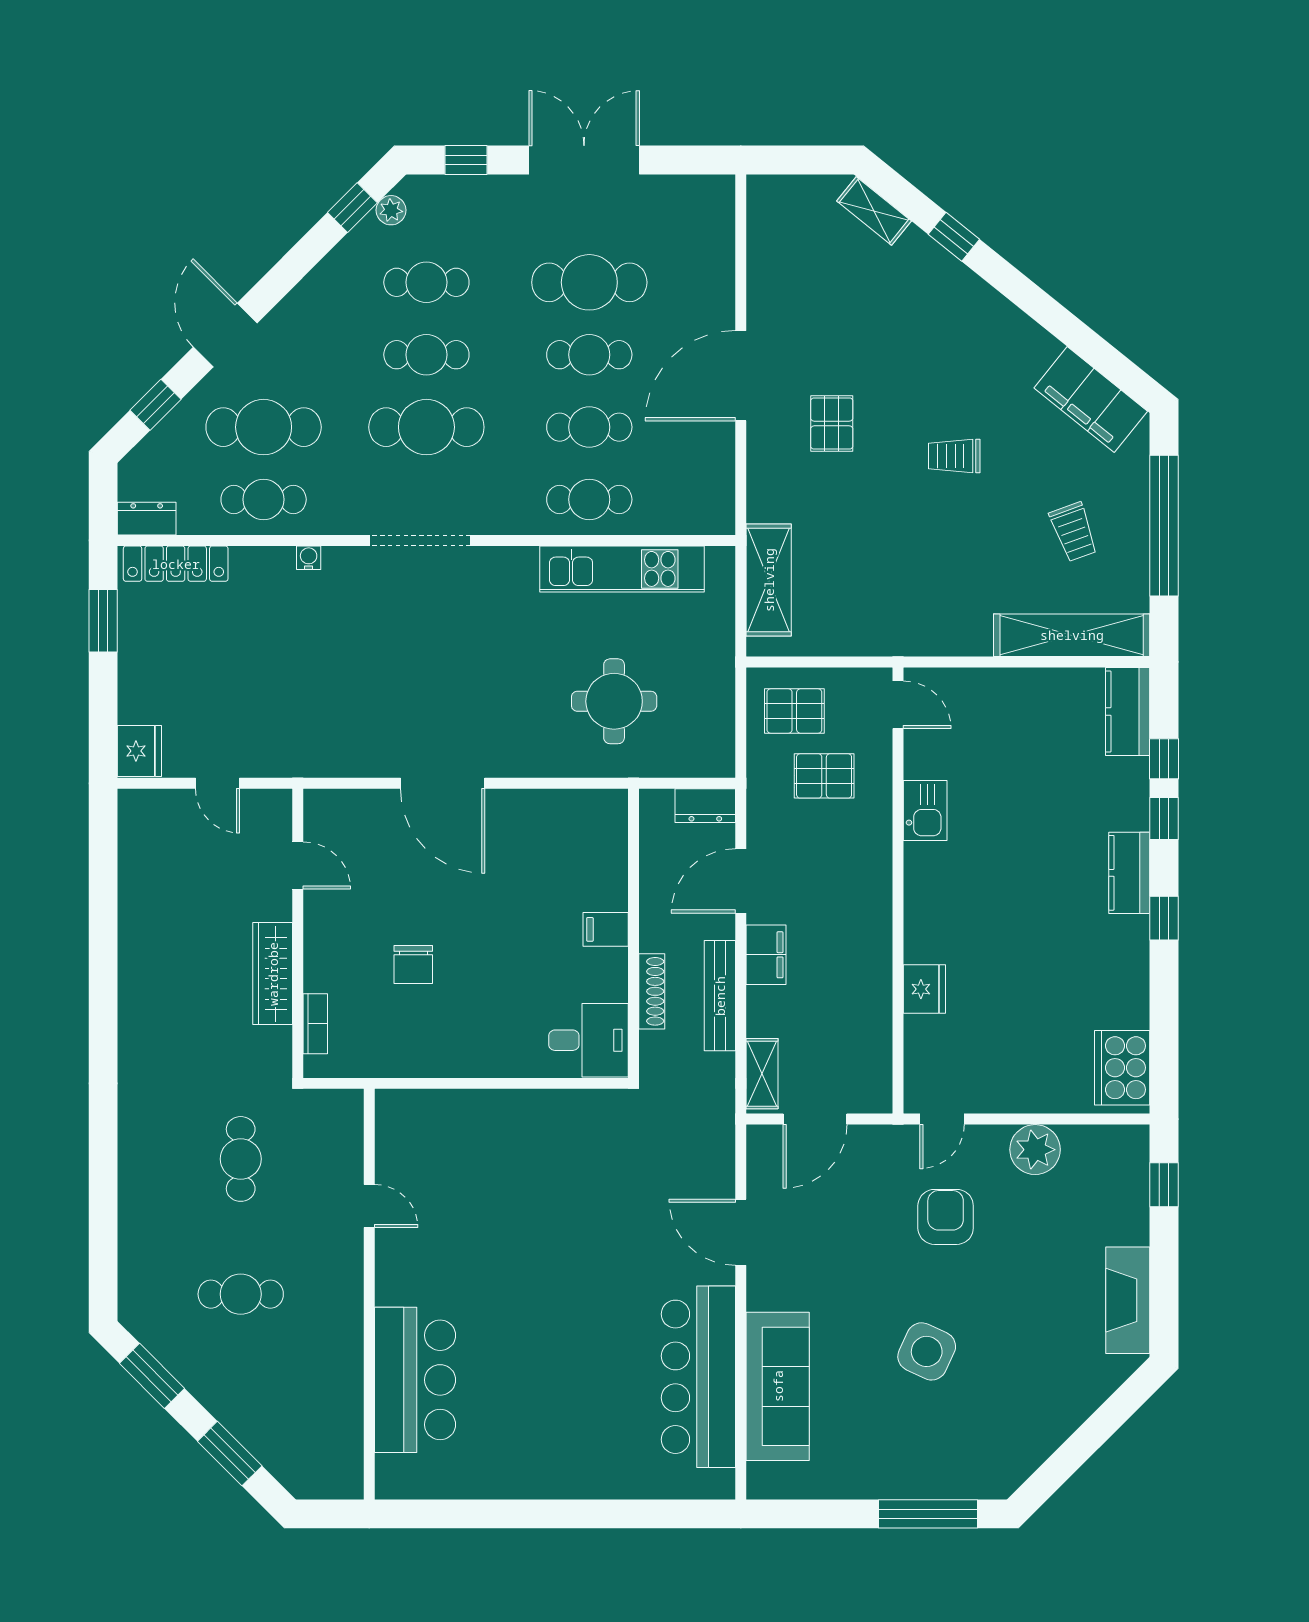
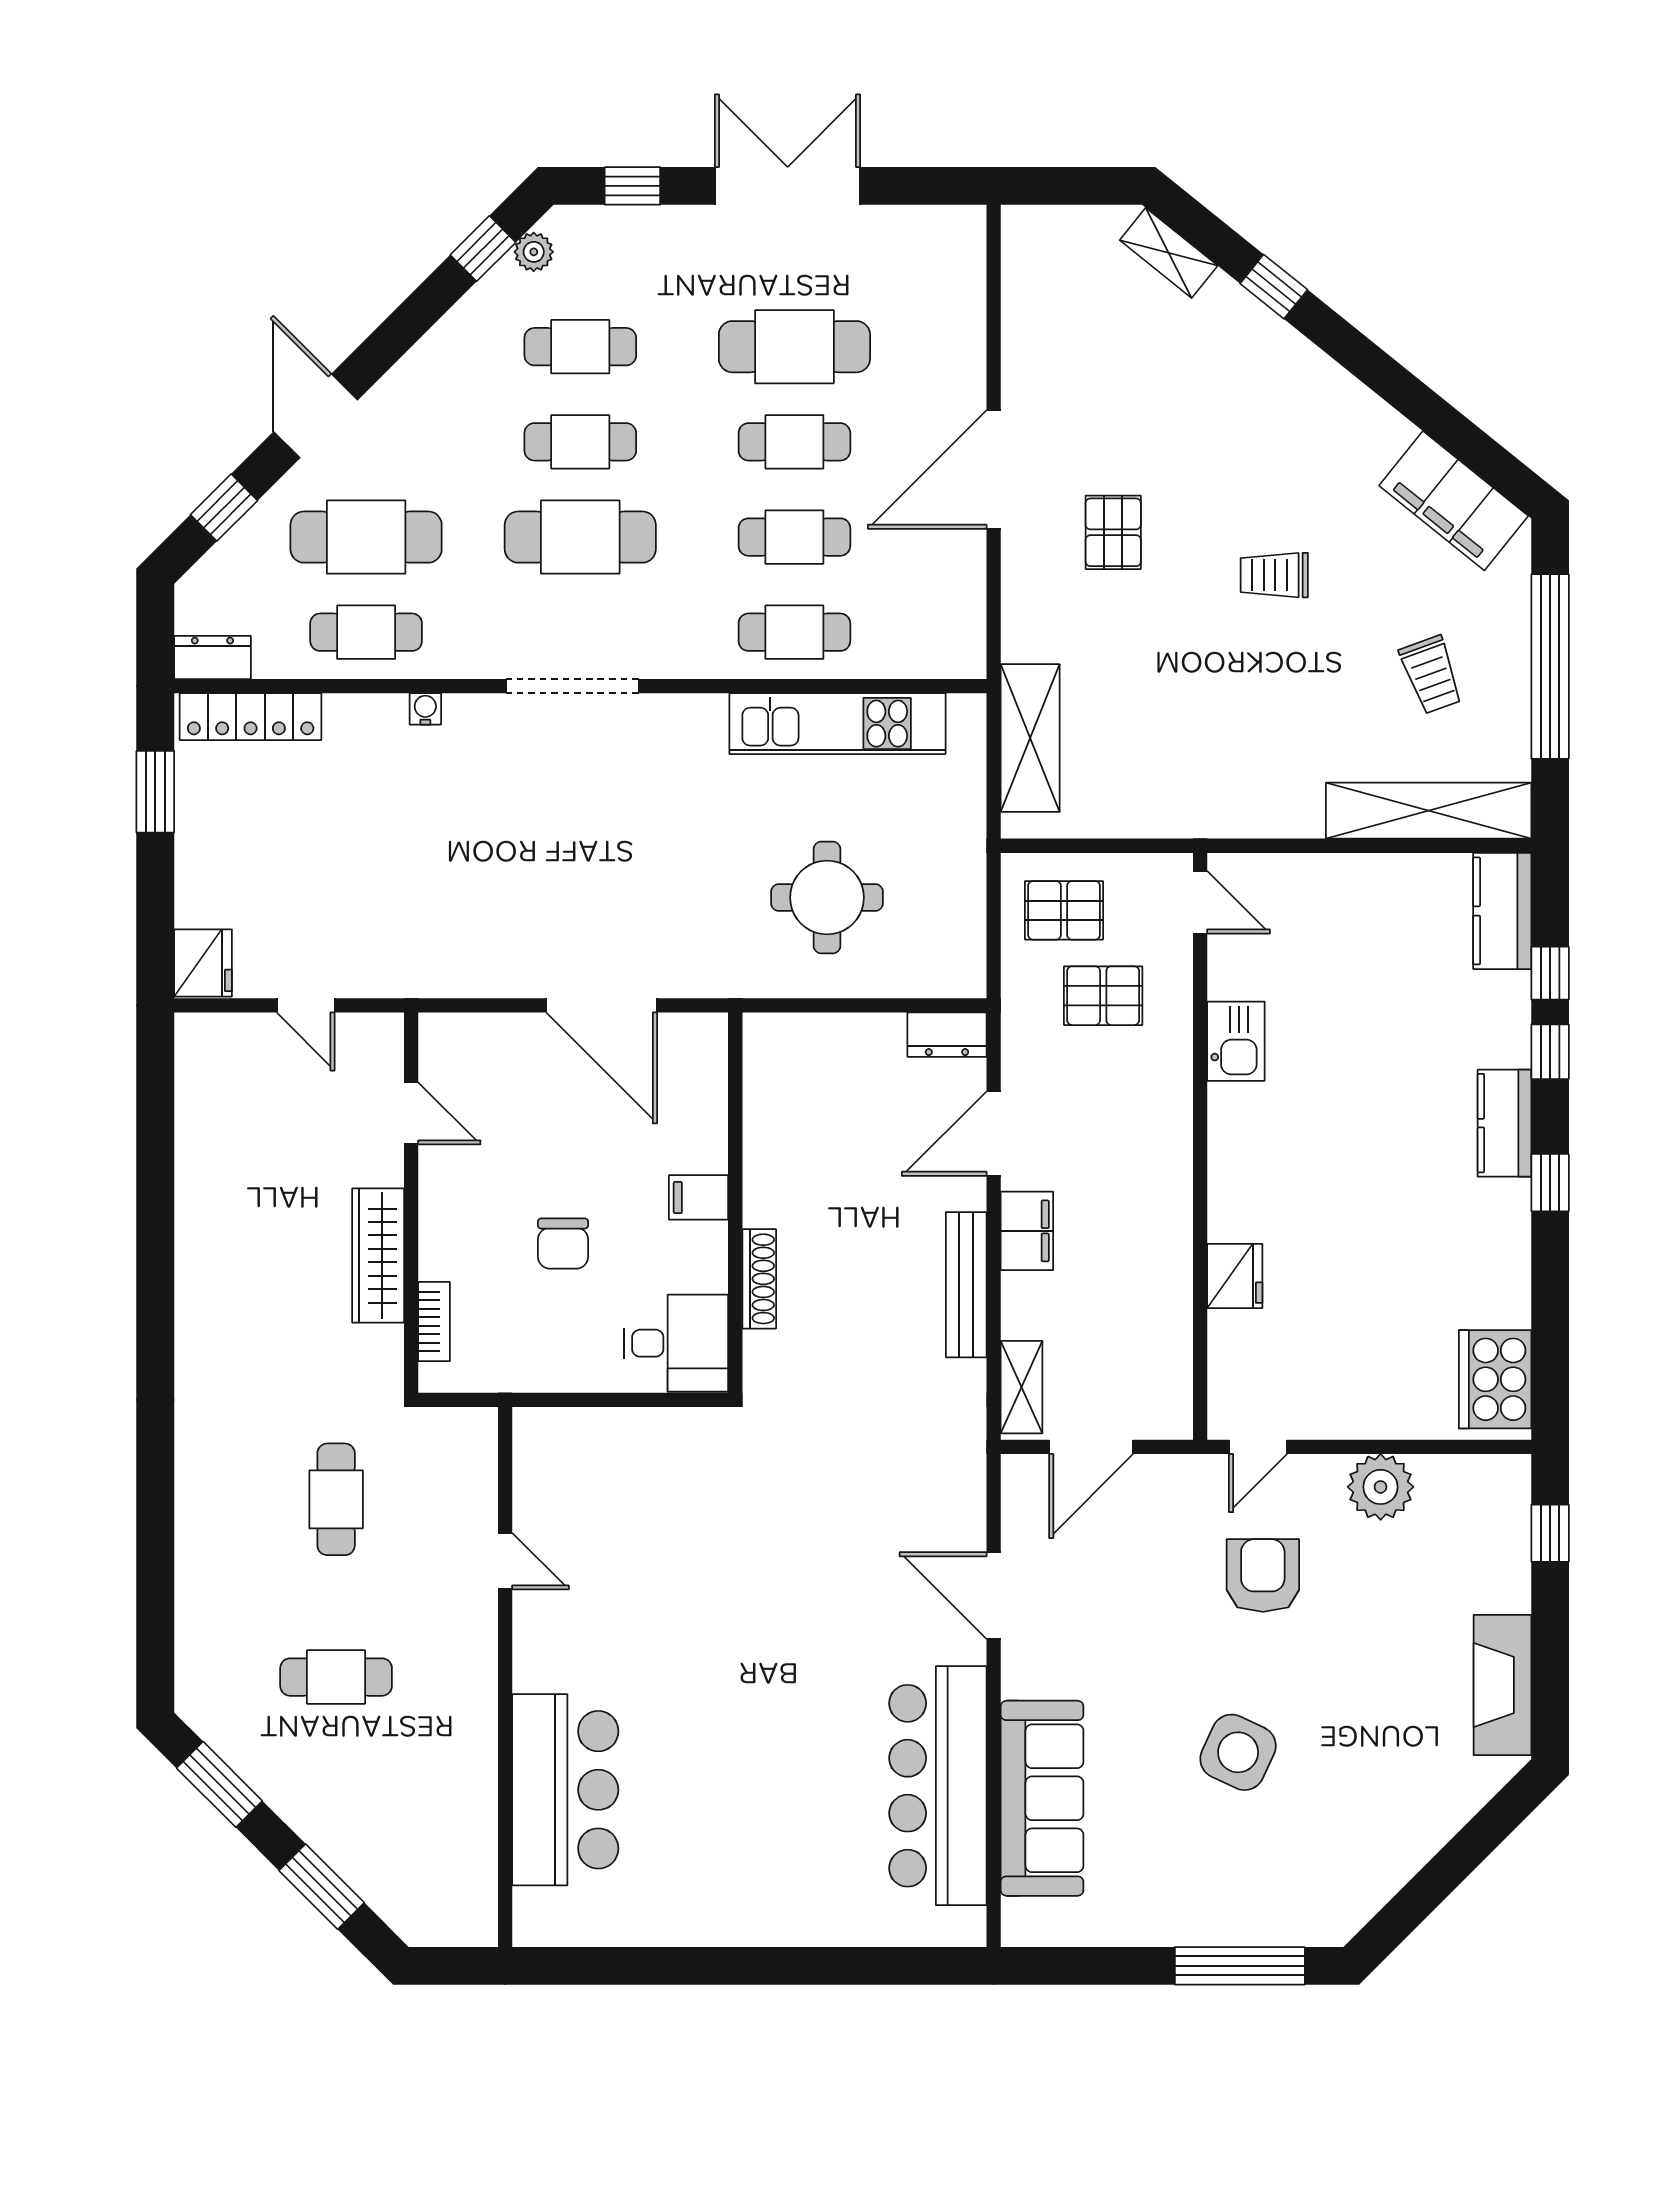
filing cabinet: (606, 929) -> (699, 1197), moved
wall: (634, 933) -> (735, 1203), moved
shoe rack: (652, 991) -> (759, 1279), moved
desk: (588, 1040) -> (676, 1343), moved

